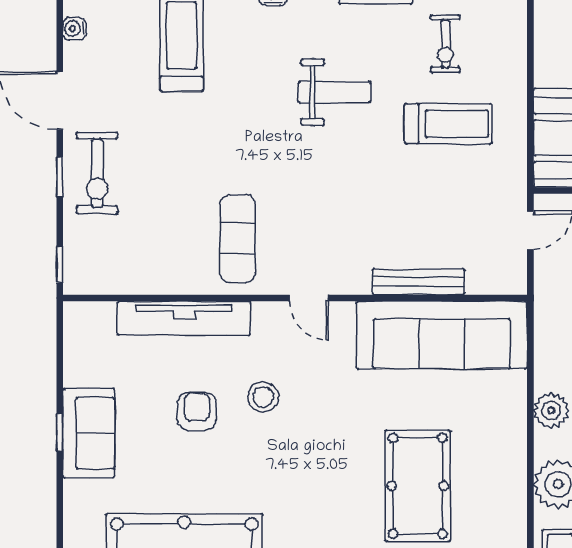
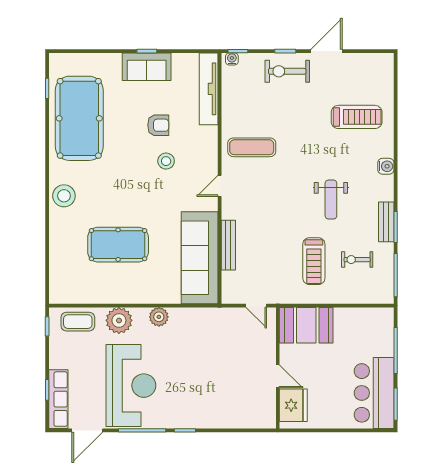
water cooler: (74, 29) -> (232, 59), moved
tv unit: (184, 318) -> (209, 89), moved

